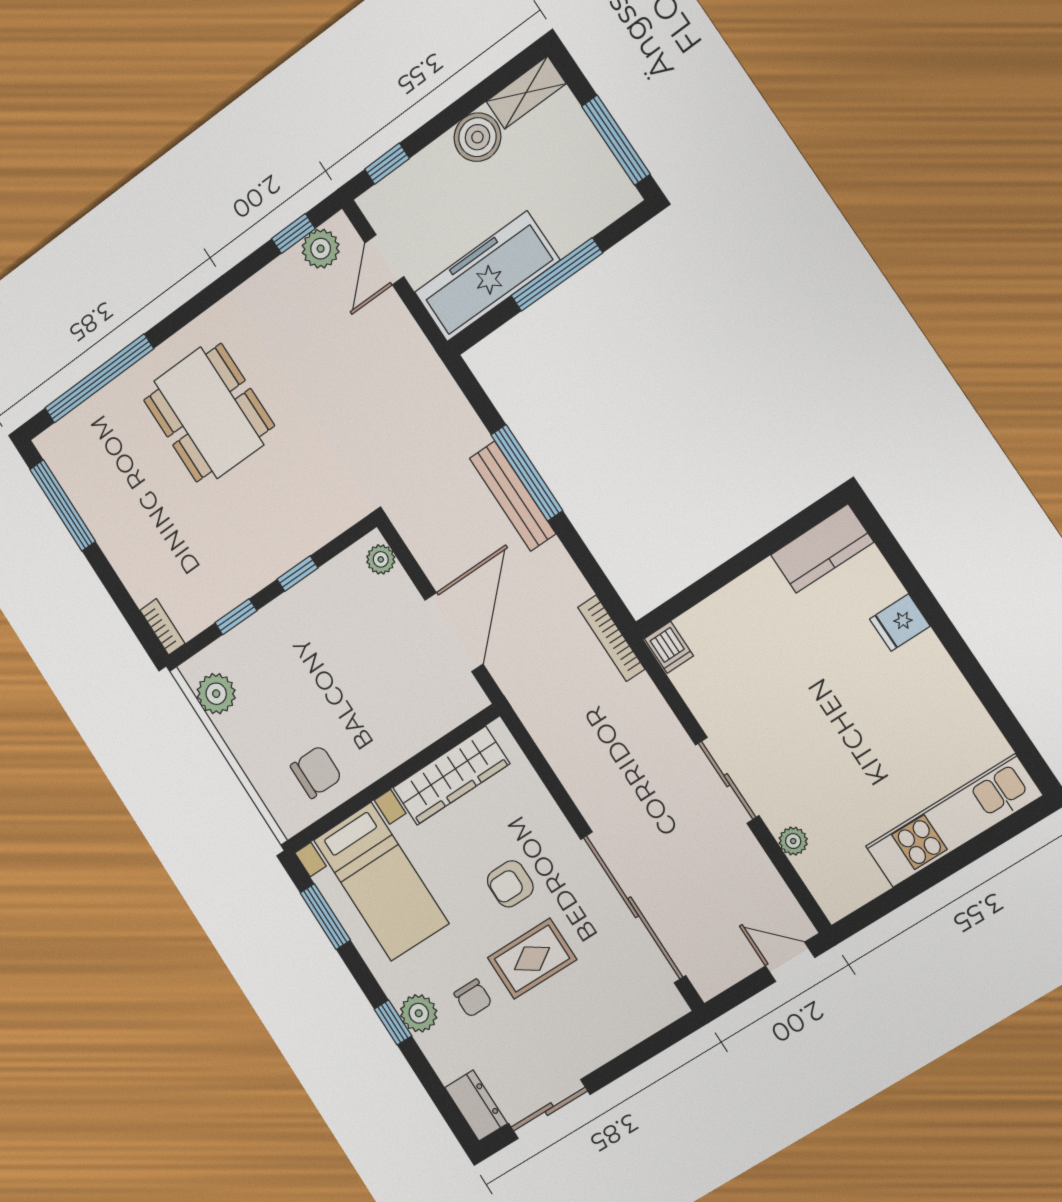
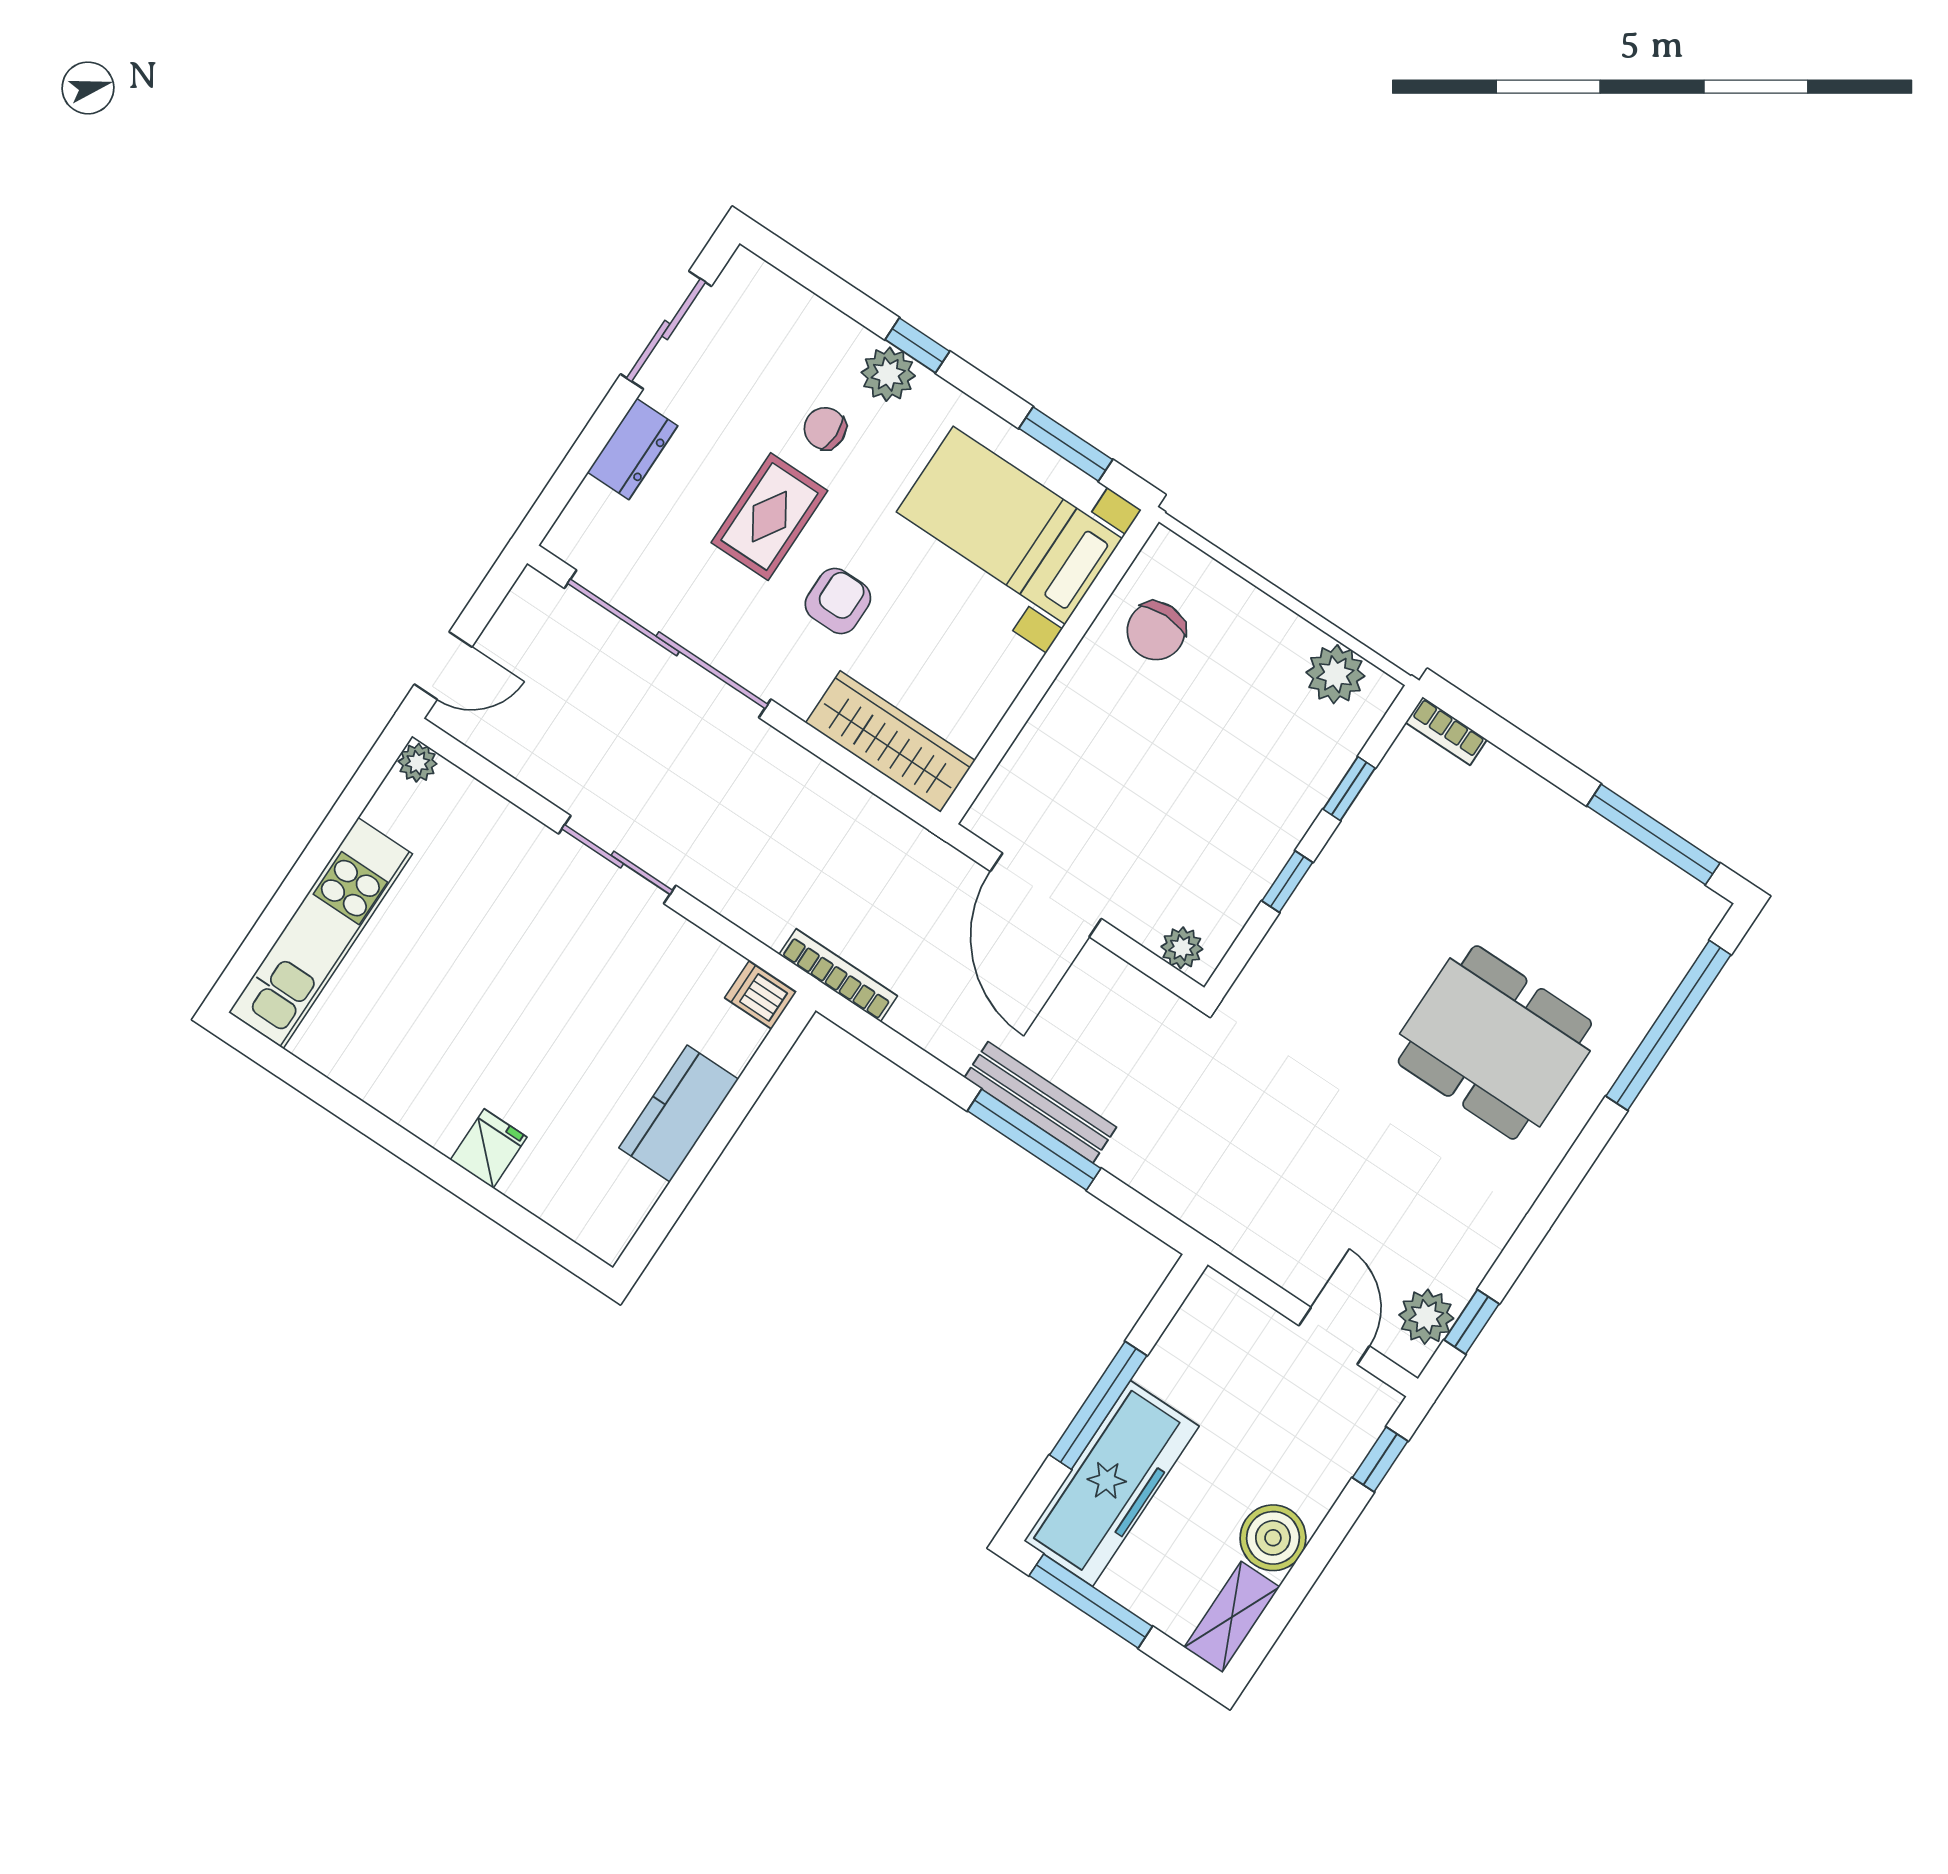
freezer: (487, 276) -> (1112, 1484), moved
kitchen counter: (822, 549) -> (679, 1113), moved
wardrobe: (451, 776) -> (890, 742), moved, turned 90
plant: (793, 841) -> (418, 763), moved
dresser: (476, 1106) -> (633, 449), moved, turned -90

